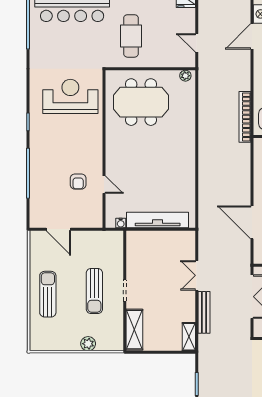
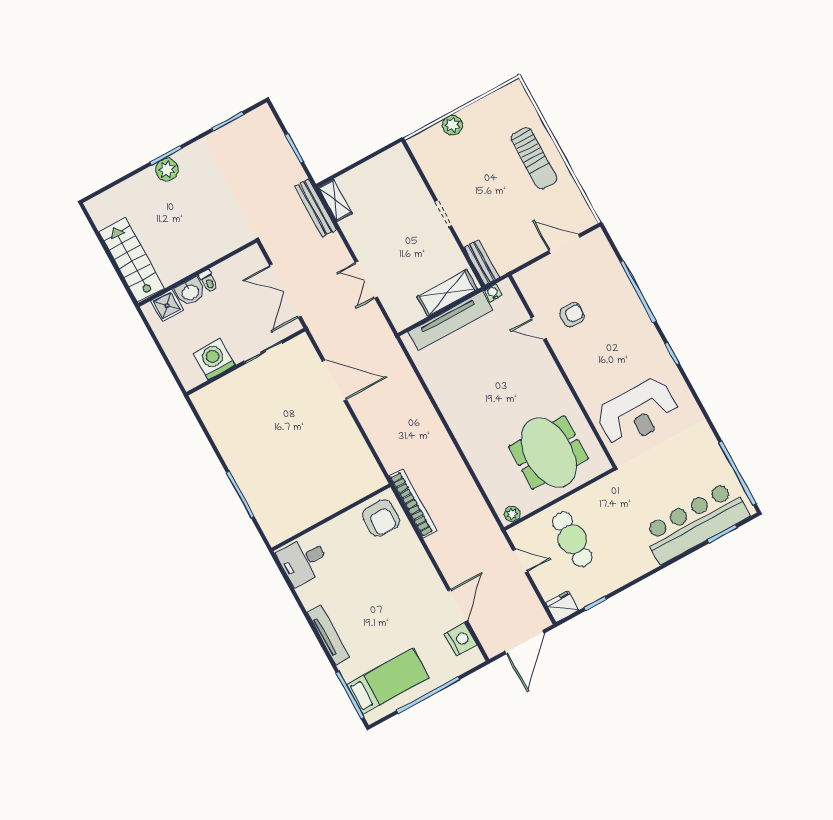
cafe table: (131, 36) -> (572, 539), moved
meeting table: (141, 102) -> (549, 453), turned 90
armchair: (78, 182) -> (572, 315), turned 90
bench: (117, 246) -> (482, 262), added
double door: (197, 275) -> (366, 280), swing flipped
sun lounger: (94, 291) -> (480, 193), removed
bench: (204, 312) -> (315, 208), moved
shelving: (134, 330) -> (447, 293), moved, turned 90

